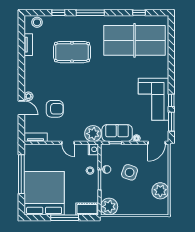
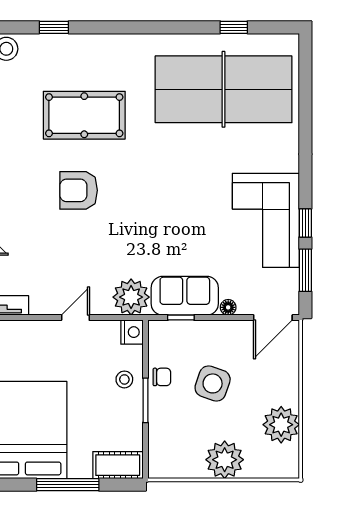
window: (90, 13) -> (125, 27), removed
armchair: (55, 109) -> (79, 190), moved, turned 180
door: (68, 143) -> (75, 318), swing flipped
plant: (109, 207) -> (225, 460), moved

